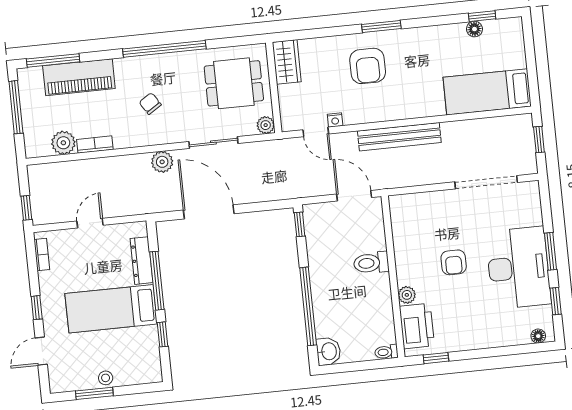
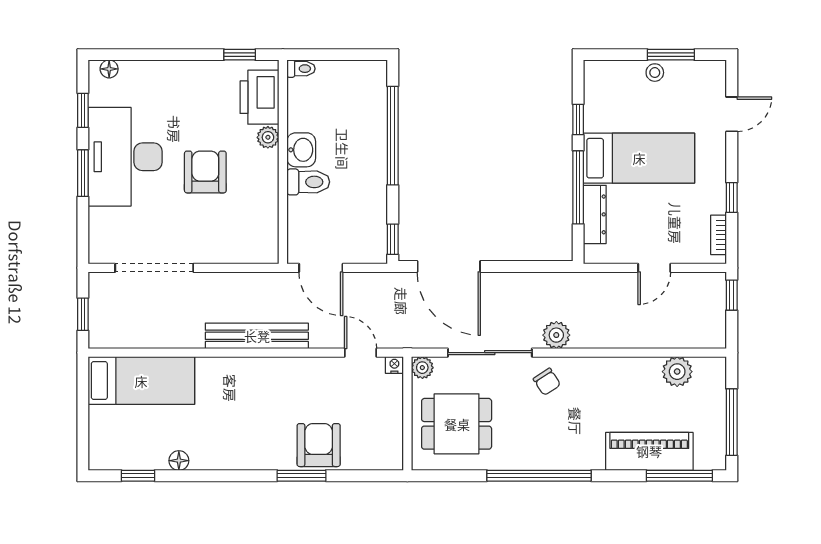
window: (381, 27) -> (302, 476), moved
floor lamp: (474, 29) -> (179, 461), moved
wardrobe: (287, 62) -> (388, 444), removed
armchair: (368, 66) -> (319, 445), moved
chair: (150, 104) -> (547, 382), moved
nightstand: (335, 120) -> (394, 365), moved
sliding door: (213, 142) -> (490, 353), width x1.37
bookcase: (95, 144) -> (638, 365), removed
door: (209, 212) -> (449, 267), moved
armchair: (454, 262) -> (205, 172), width x1.38, depth x1.38
window: (37, 308) -> (732, 197), moved
washbasin: (328, 351) -> (301, 150), moved, turned 180

